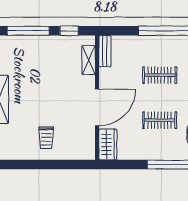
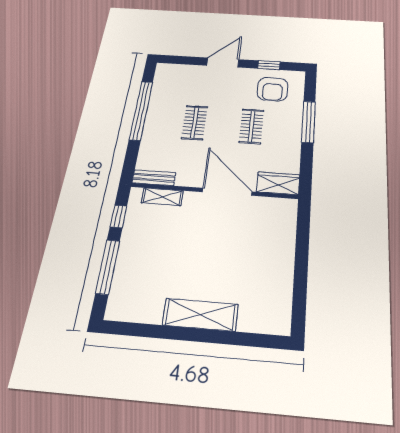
trolley: (46, 138) -> (263, 256), removed

